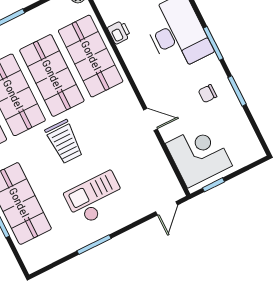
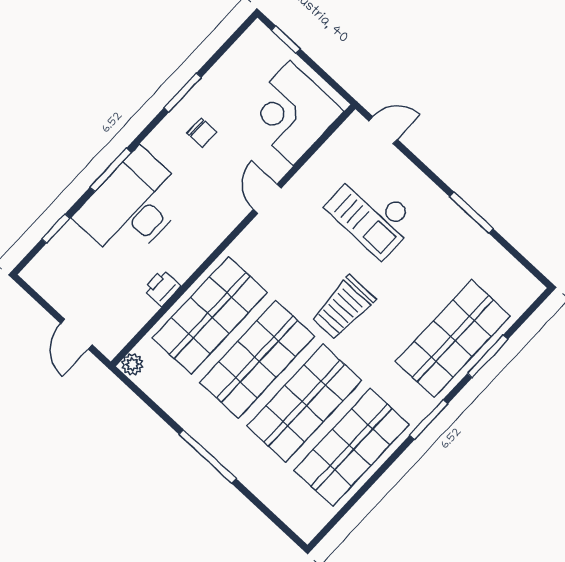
window: (213, 43) -> (111, 170), moved
trolley: (64, 142) -> (343, 308), turned 180
window: (213, 185) -> (286, 40), moved
checkout: (95, 198) -> (372, 214), moved

